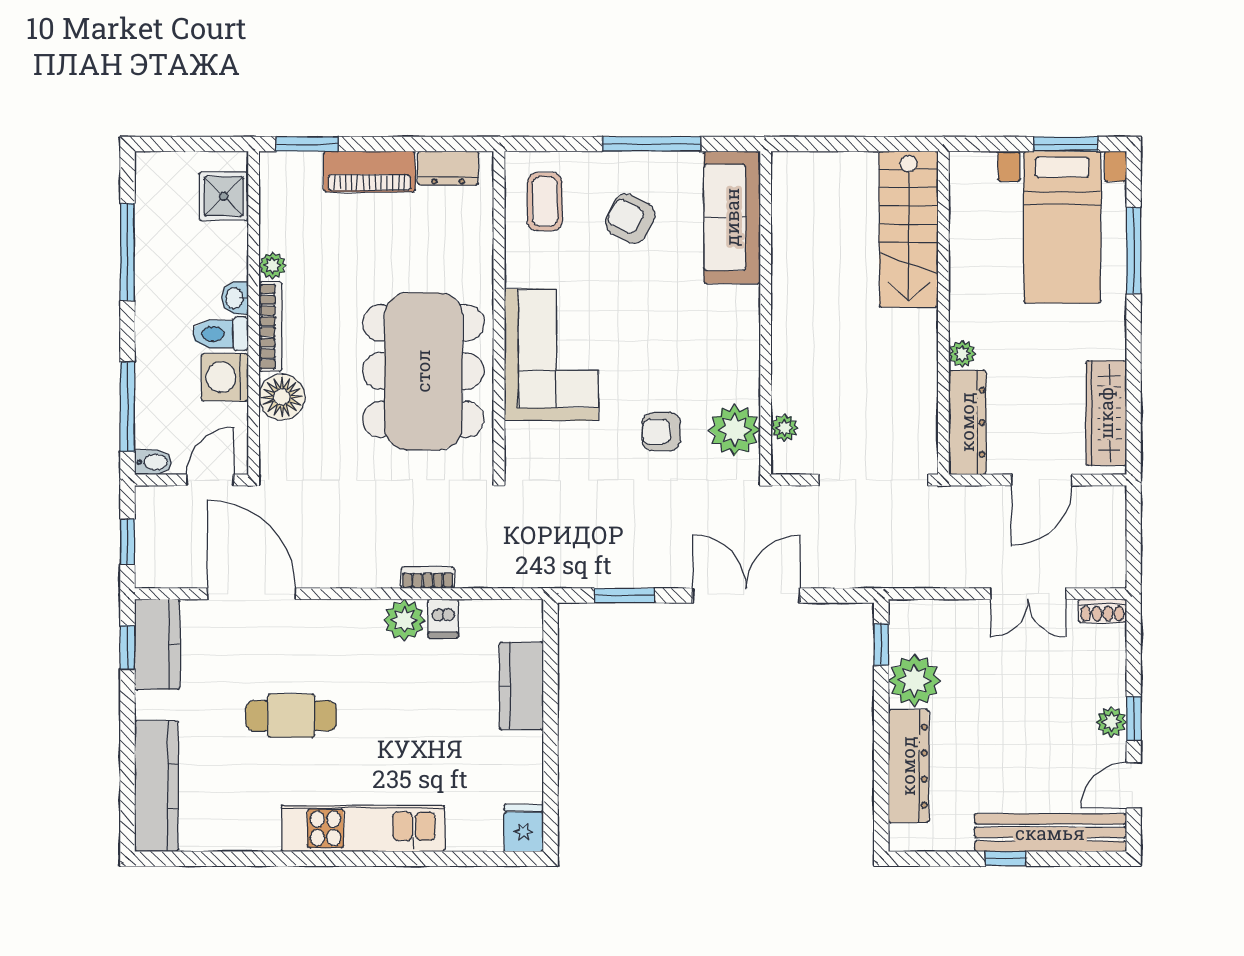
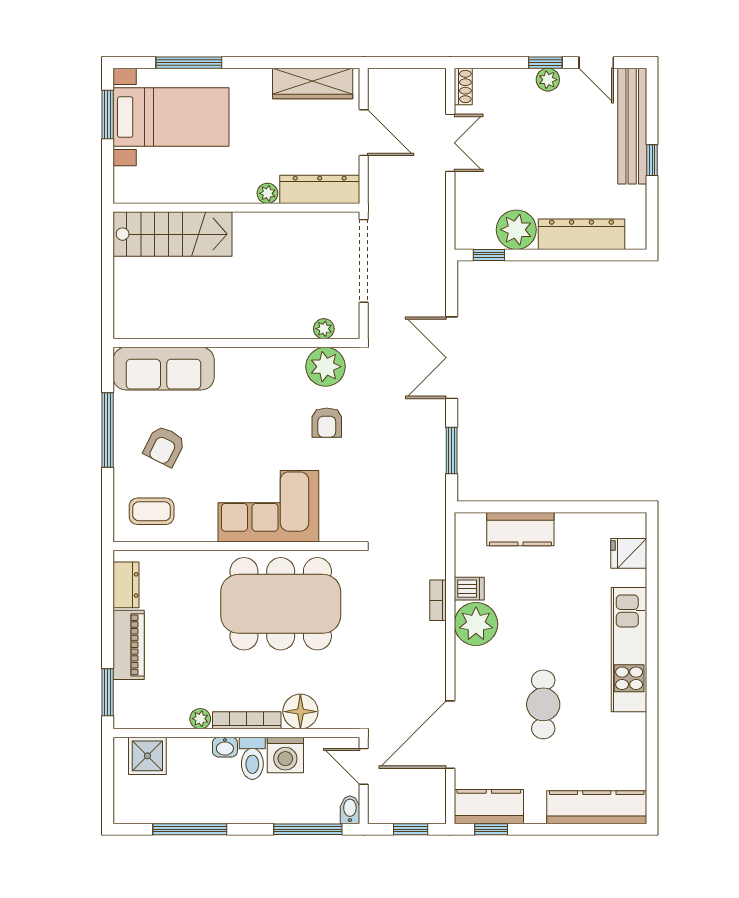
plant: (404, 620) -> (476, 624), width x1.36, depth x1.36
fridge: (524, 828) -> (629, 553), moved

